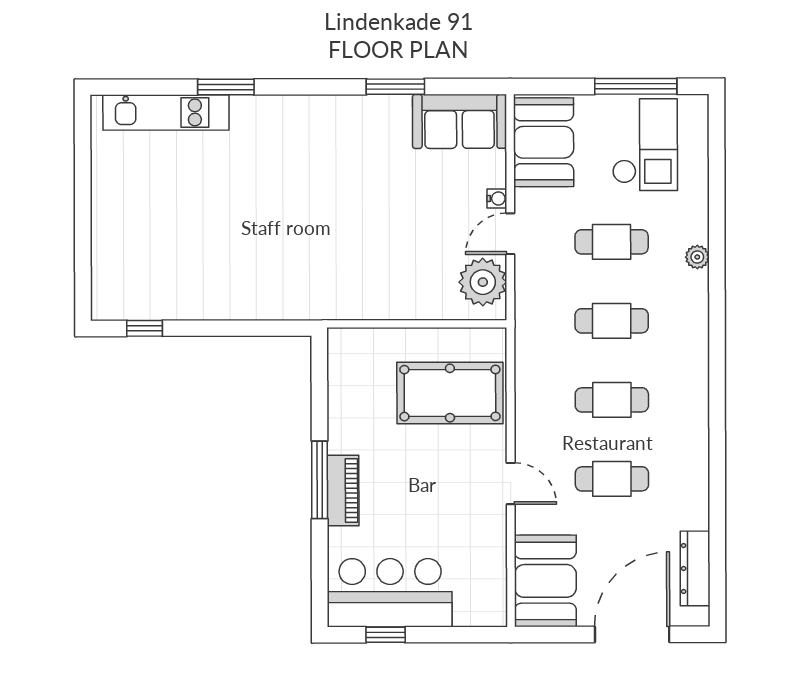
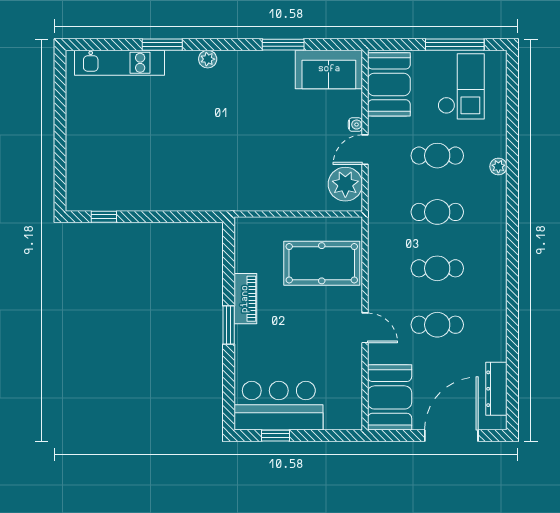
plant: (290, 107) -> (208, 59), added
window: (320, 480) -> (229, 325), width x0.69
piano: (343, 491) -> (245, 299), moved

